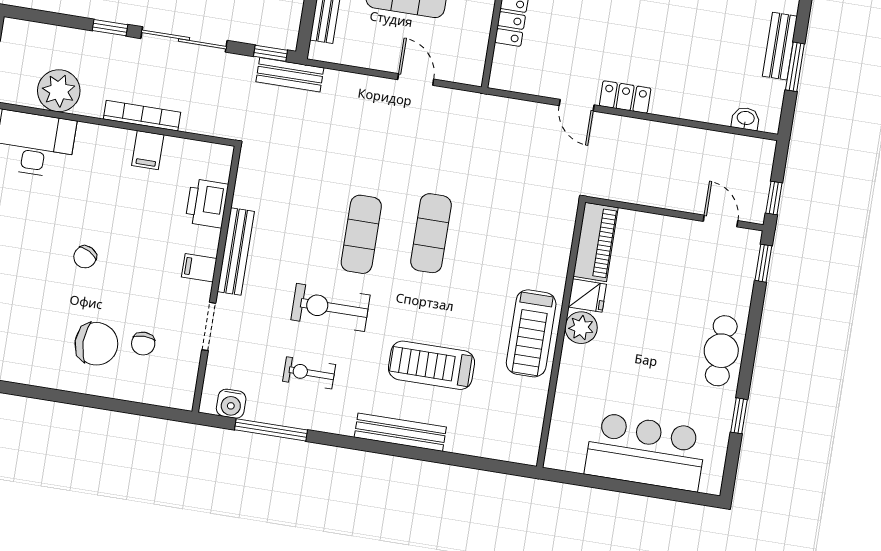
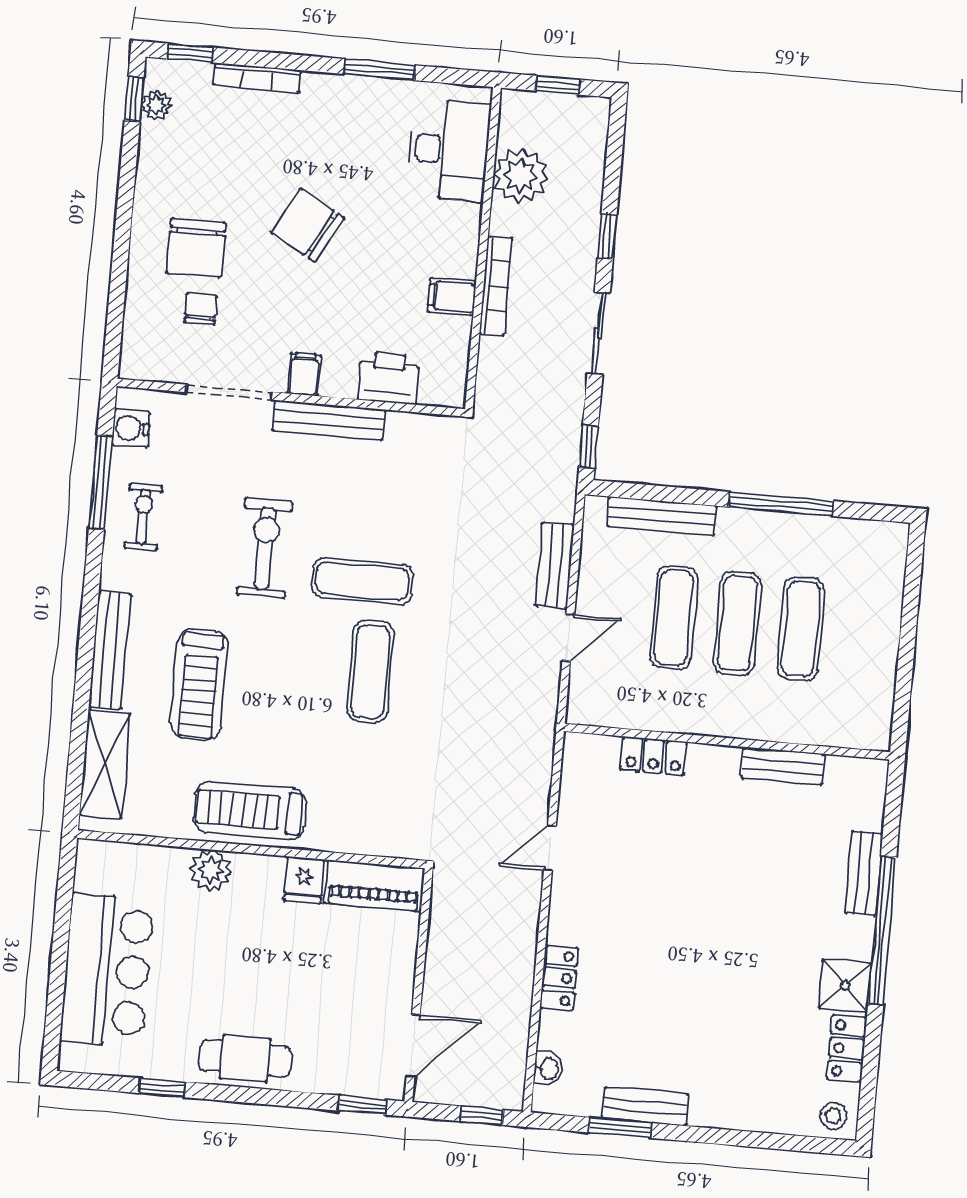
sliding door: (184, 39) -> (599, 333), width x0.73
bench: (290, 75) -> (555, 566), moved
locker: (625, 97) -> (559, 978), moved
window: (774, 198) -> (482, 1116), moved
door: (721, 221) -> (413, 1046), width x1.38
exercise mat: (431, 233) -> (370, 671), turned 90
chair: (85, 257) -> (308, 225), width x1.87, depth x1.87
doorway: (209, 326) -> (229, 392), width x1.38
plant: (581, 328) -> (211, 870), moved
chair: (143, 344) -> (201, 309), turned 90
treadmill: (432, 365) -> (199, 684), turned 180
exercise bike: (309, 373) -> (143, 517), moved
shelving: (487, 442) -> (105, 764), added

